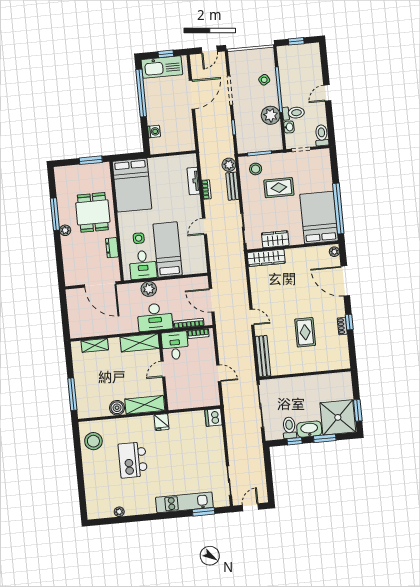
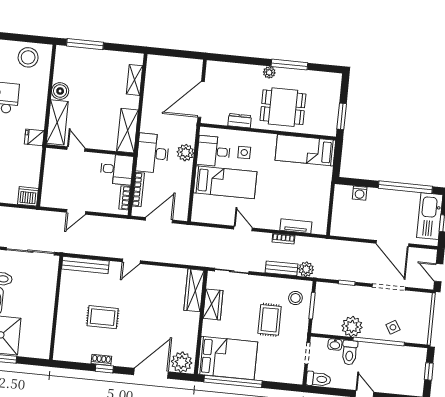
bed: (132, 185) -> (305, 150), width x0.67
plant: (334, 252) -> (182, 362), width x1.87, depth x1.87
door: (163, 369) -> (76, 149), moved

